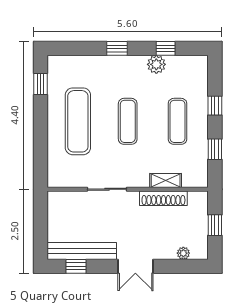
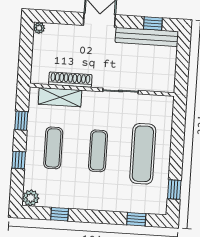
window: (117, 48) -> (136, 219), moved
plant: (156, 64) -> (31, 198), moved
shelving: (166, 180) -> (60, 97), width x1.50, depth x1.33
window: (215, 225) -> (26, 52), removed
plant: (183, 253) -> (39, 28), moved

